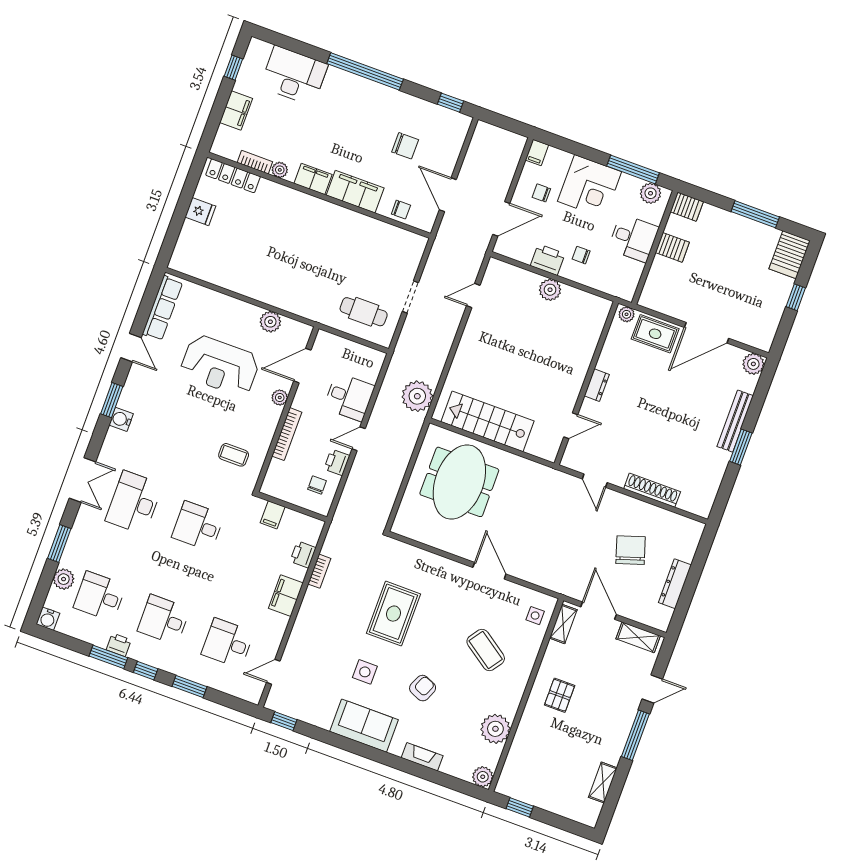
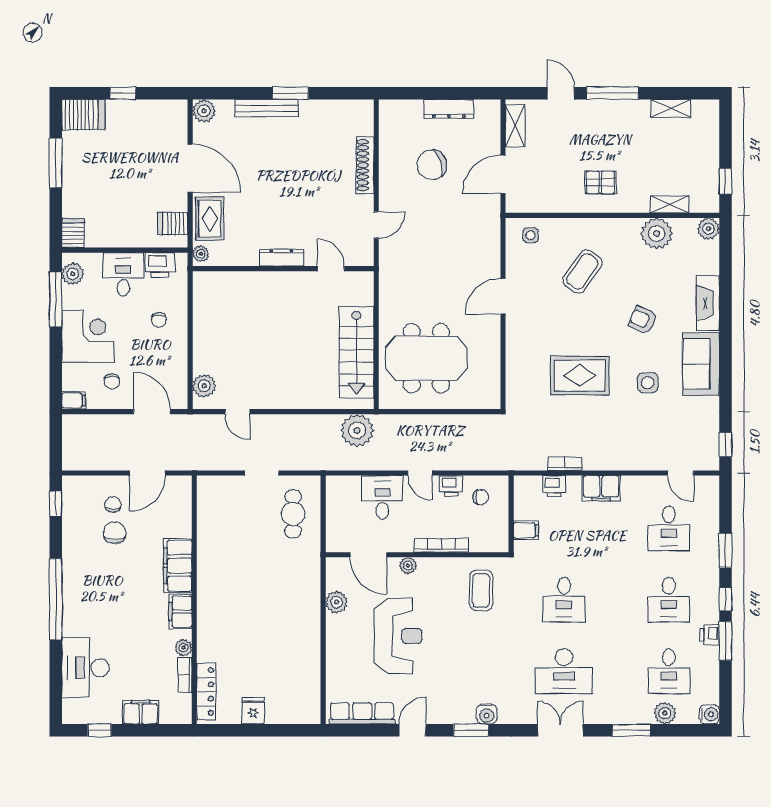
chair: (401, 210) -> (113, 504), moved
server rack: (672, 247) -> (173, 224), moved, turned -90
printer: (548, 260) -> (160, 265), moved, turned -90
plant: (550, 290) -> (204, 386), moved
dresser: (597, 385) -> (281, 258), width x1.44
coffee table: (234, 455) -> (481, 590), width x1.36, depth x1.30
chair: (317, 485) -> (481, 497), turned 180
shelving: (563, 624) -> (670, 204), moved
fireplace: (422, 757) -> (708, 303), width x1.37, depth x1.32

